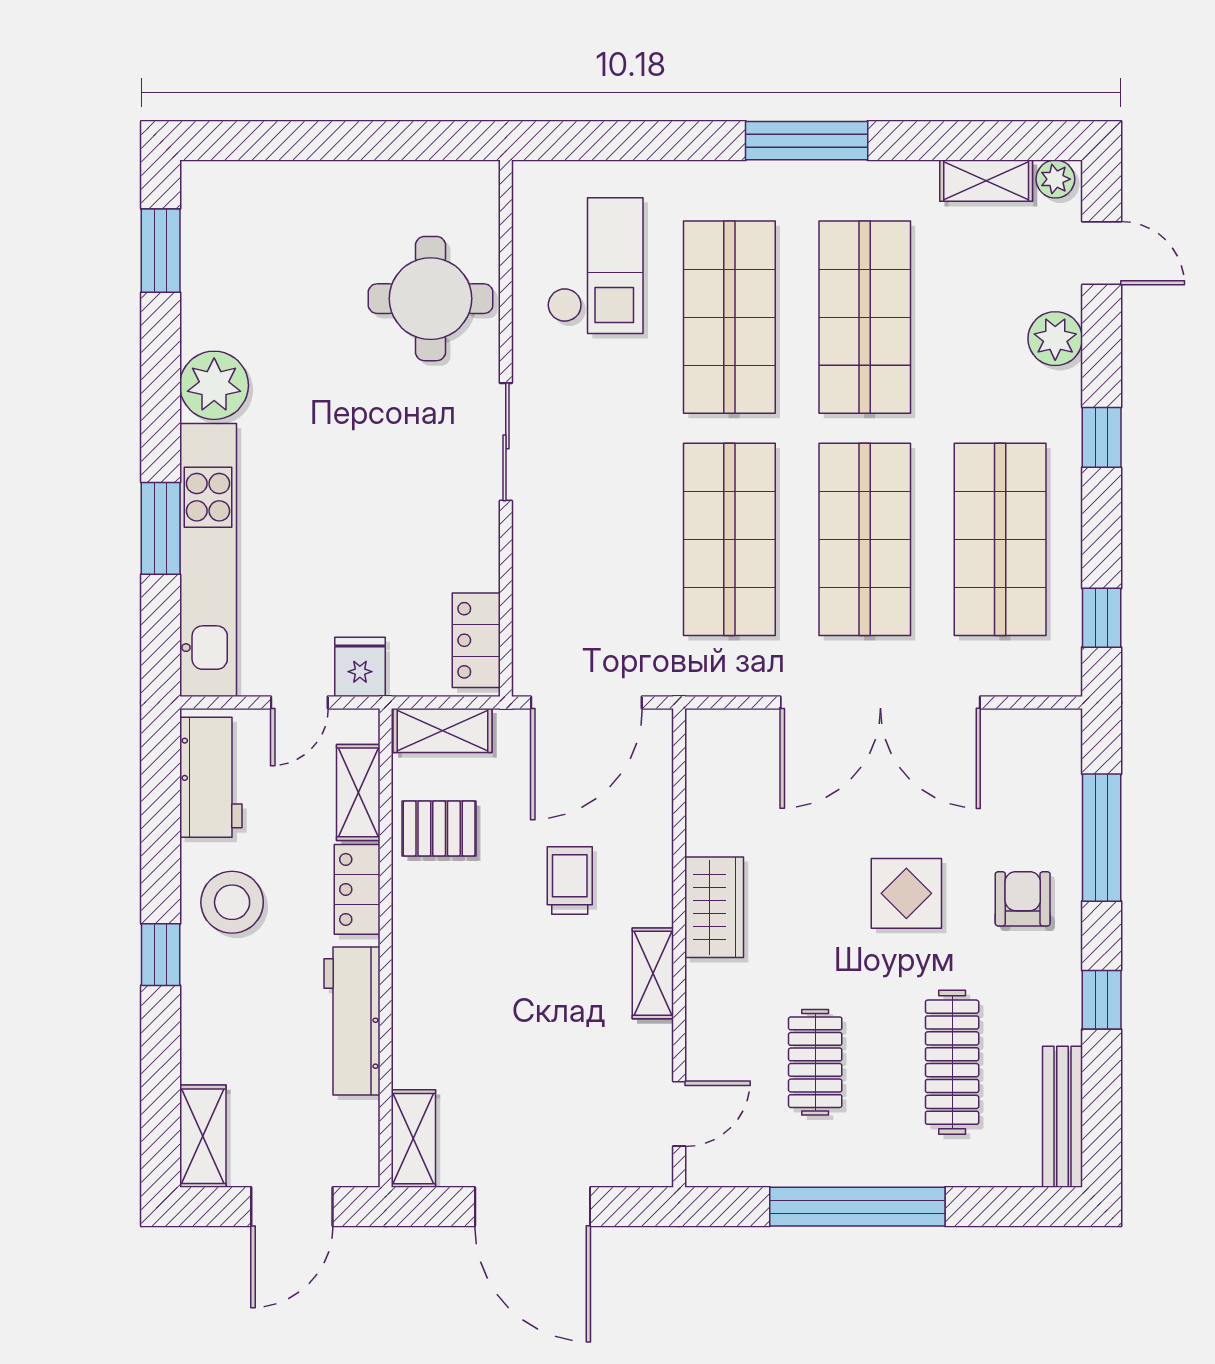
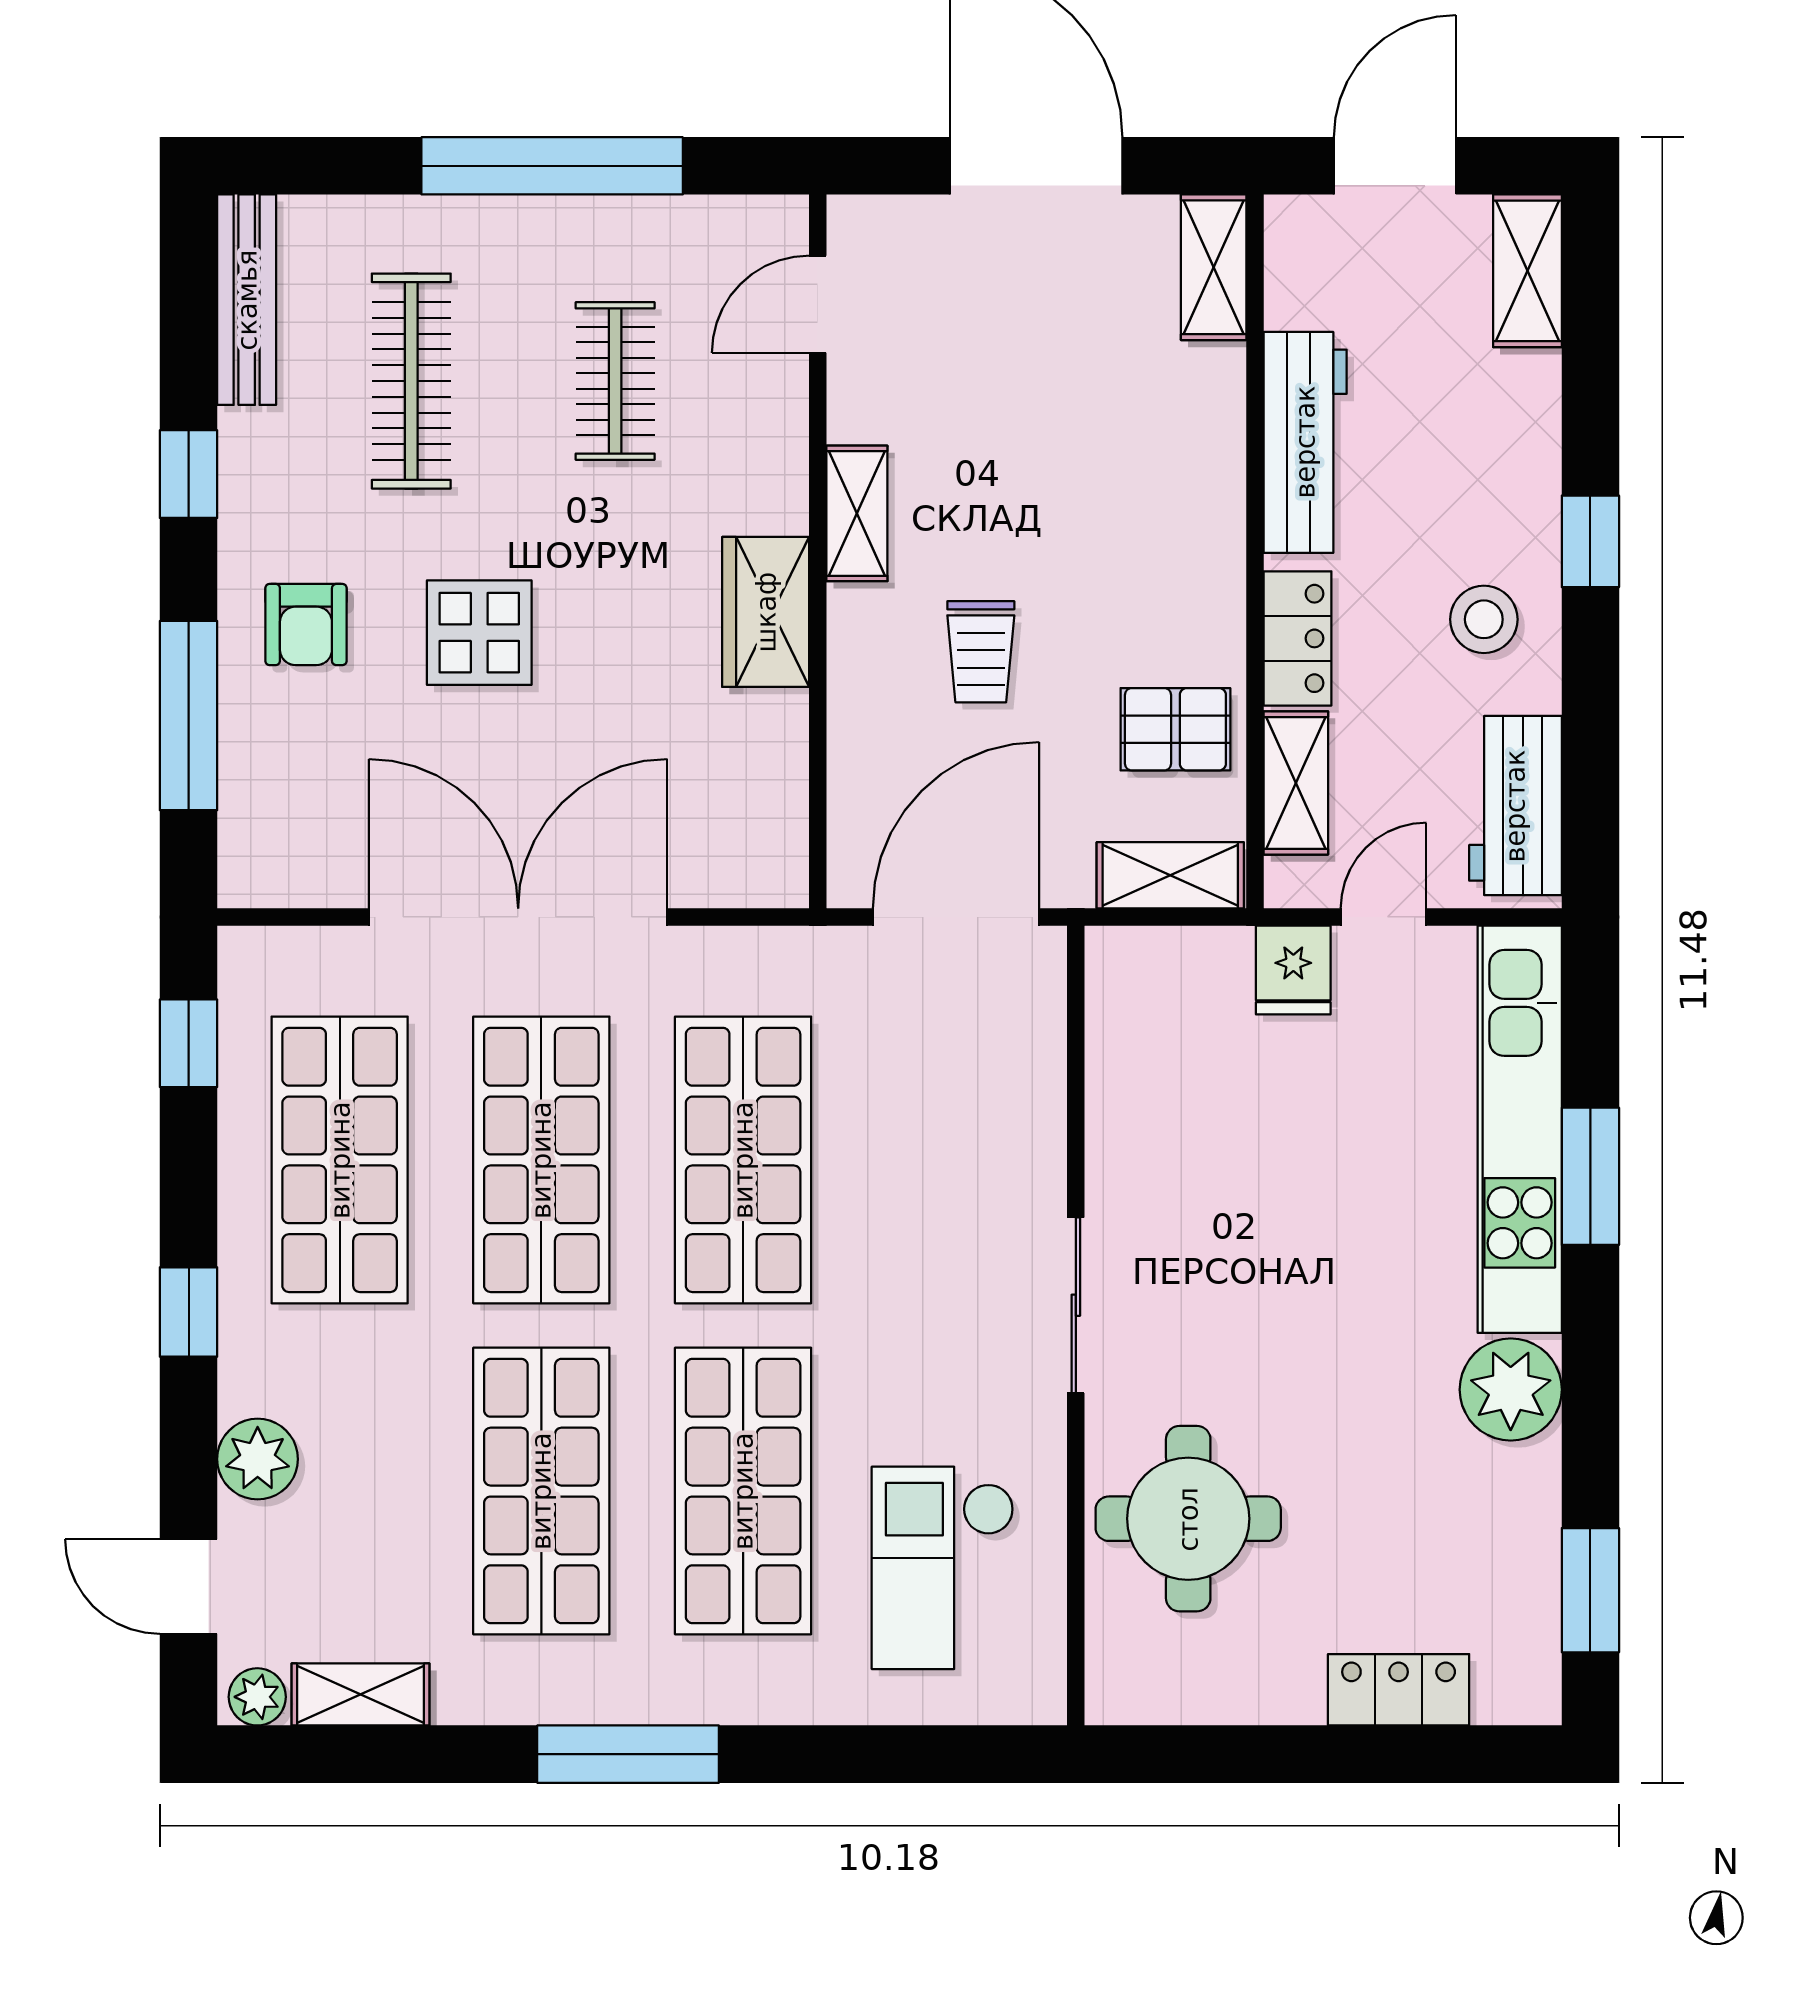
locker: (476, 640) -> (1399, 1690), moved, turned -90
stool: (232, 902) -> (1484, 619), width x0.73, depth x0.73

